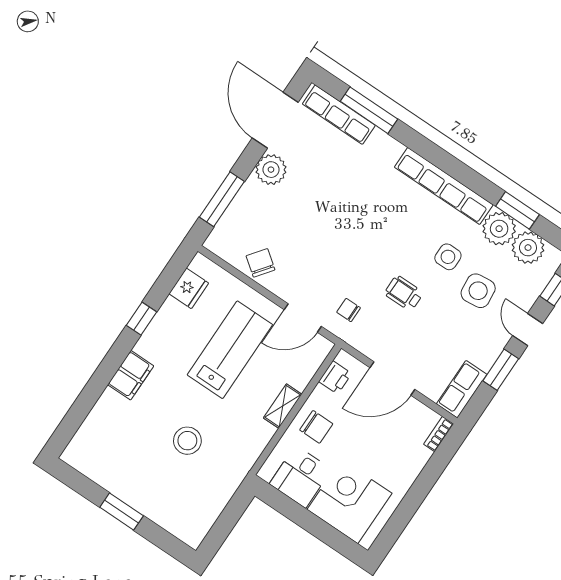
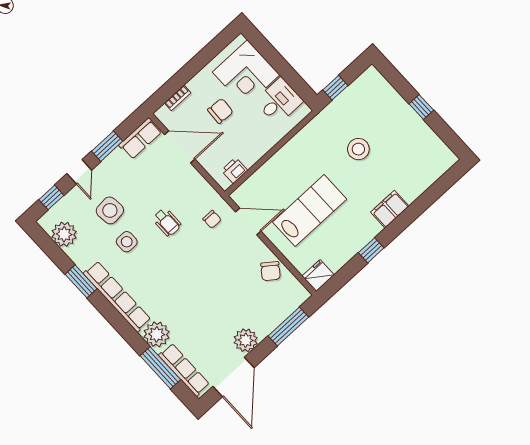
window: (517, 210) -> (81, 281), moved
plant: (499, 229) -> (157, 334), moved
fridge: (189, 288) -> (318, 275), moved
lab bench: (230, 350) -> (310, 211), turned 180
door: (392, 378) -> (180, 147), moved
shelving: (283, 406) -> (280, 158), removed
chair: (316, 427) -> (220, 111), moved, turned 93
bookcase: (439, 434) -> (178, 98), moved
window: (234, 510) -> (335, 88), added
window: (122, 512) -> (421, 107), width x0.67

